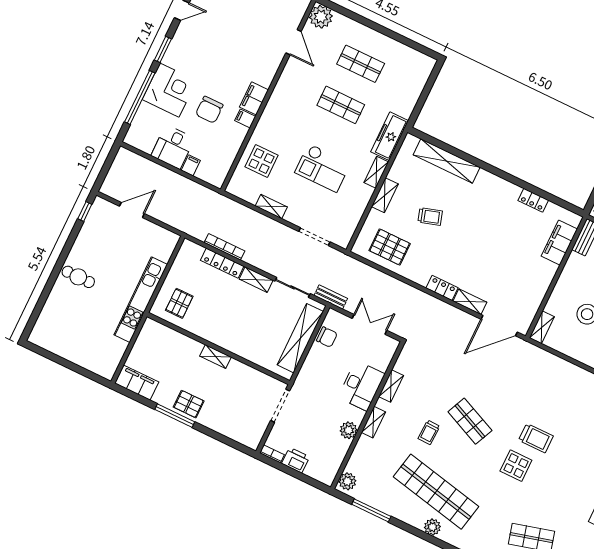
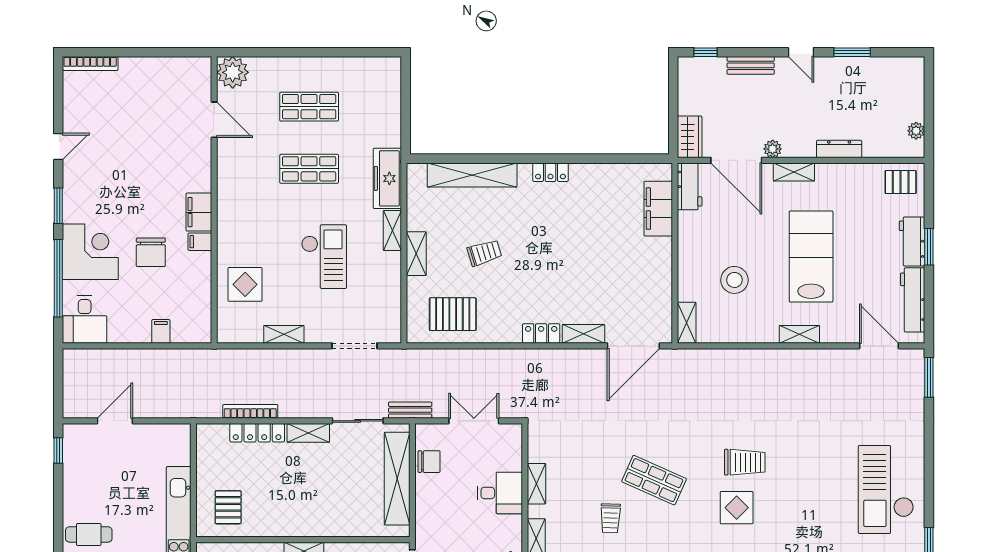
desk: (173, 147) -> (85, 319), moved
checkout: (323, 168) -> (324, 257), turned -90
locker: (533, 200) -> (550, 172), moved
desk: (361, 386) -> (500, 493), width x0.73

